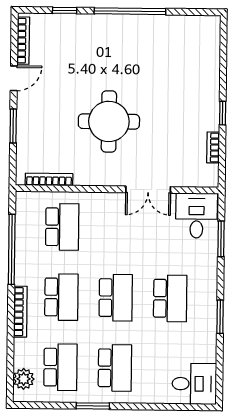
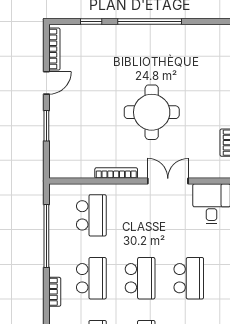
round table: (109, 121) -> (152, 112), moved
bookcase: (49, 179) -> (116, 173), moved
double door: (148, 190) -> (168, 181), swing flipped
bookcase: (20, 312) -> (55, 292), width x0.64

